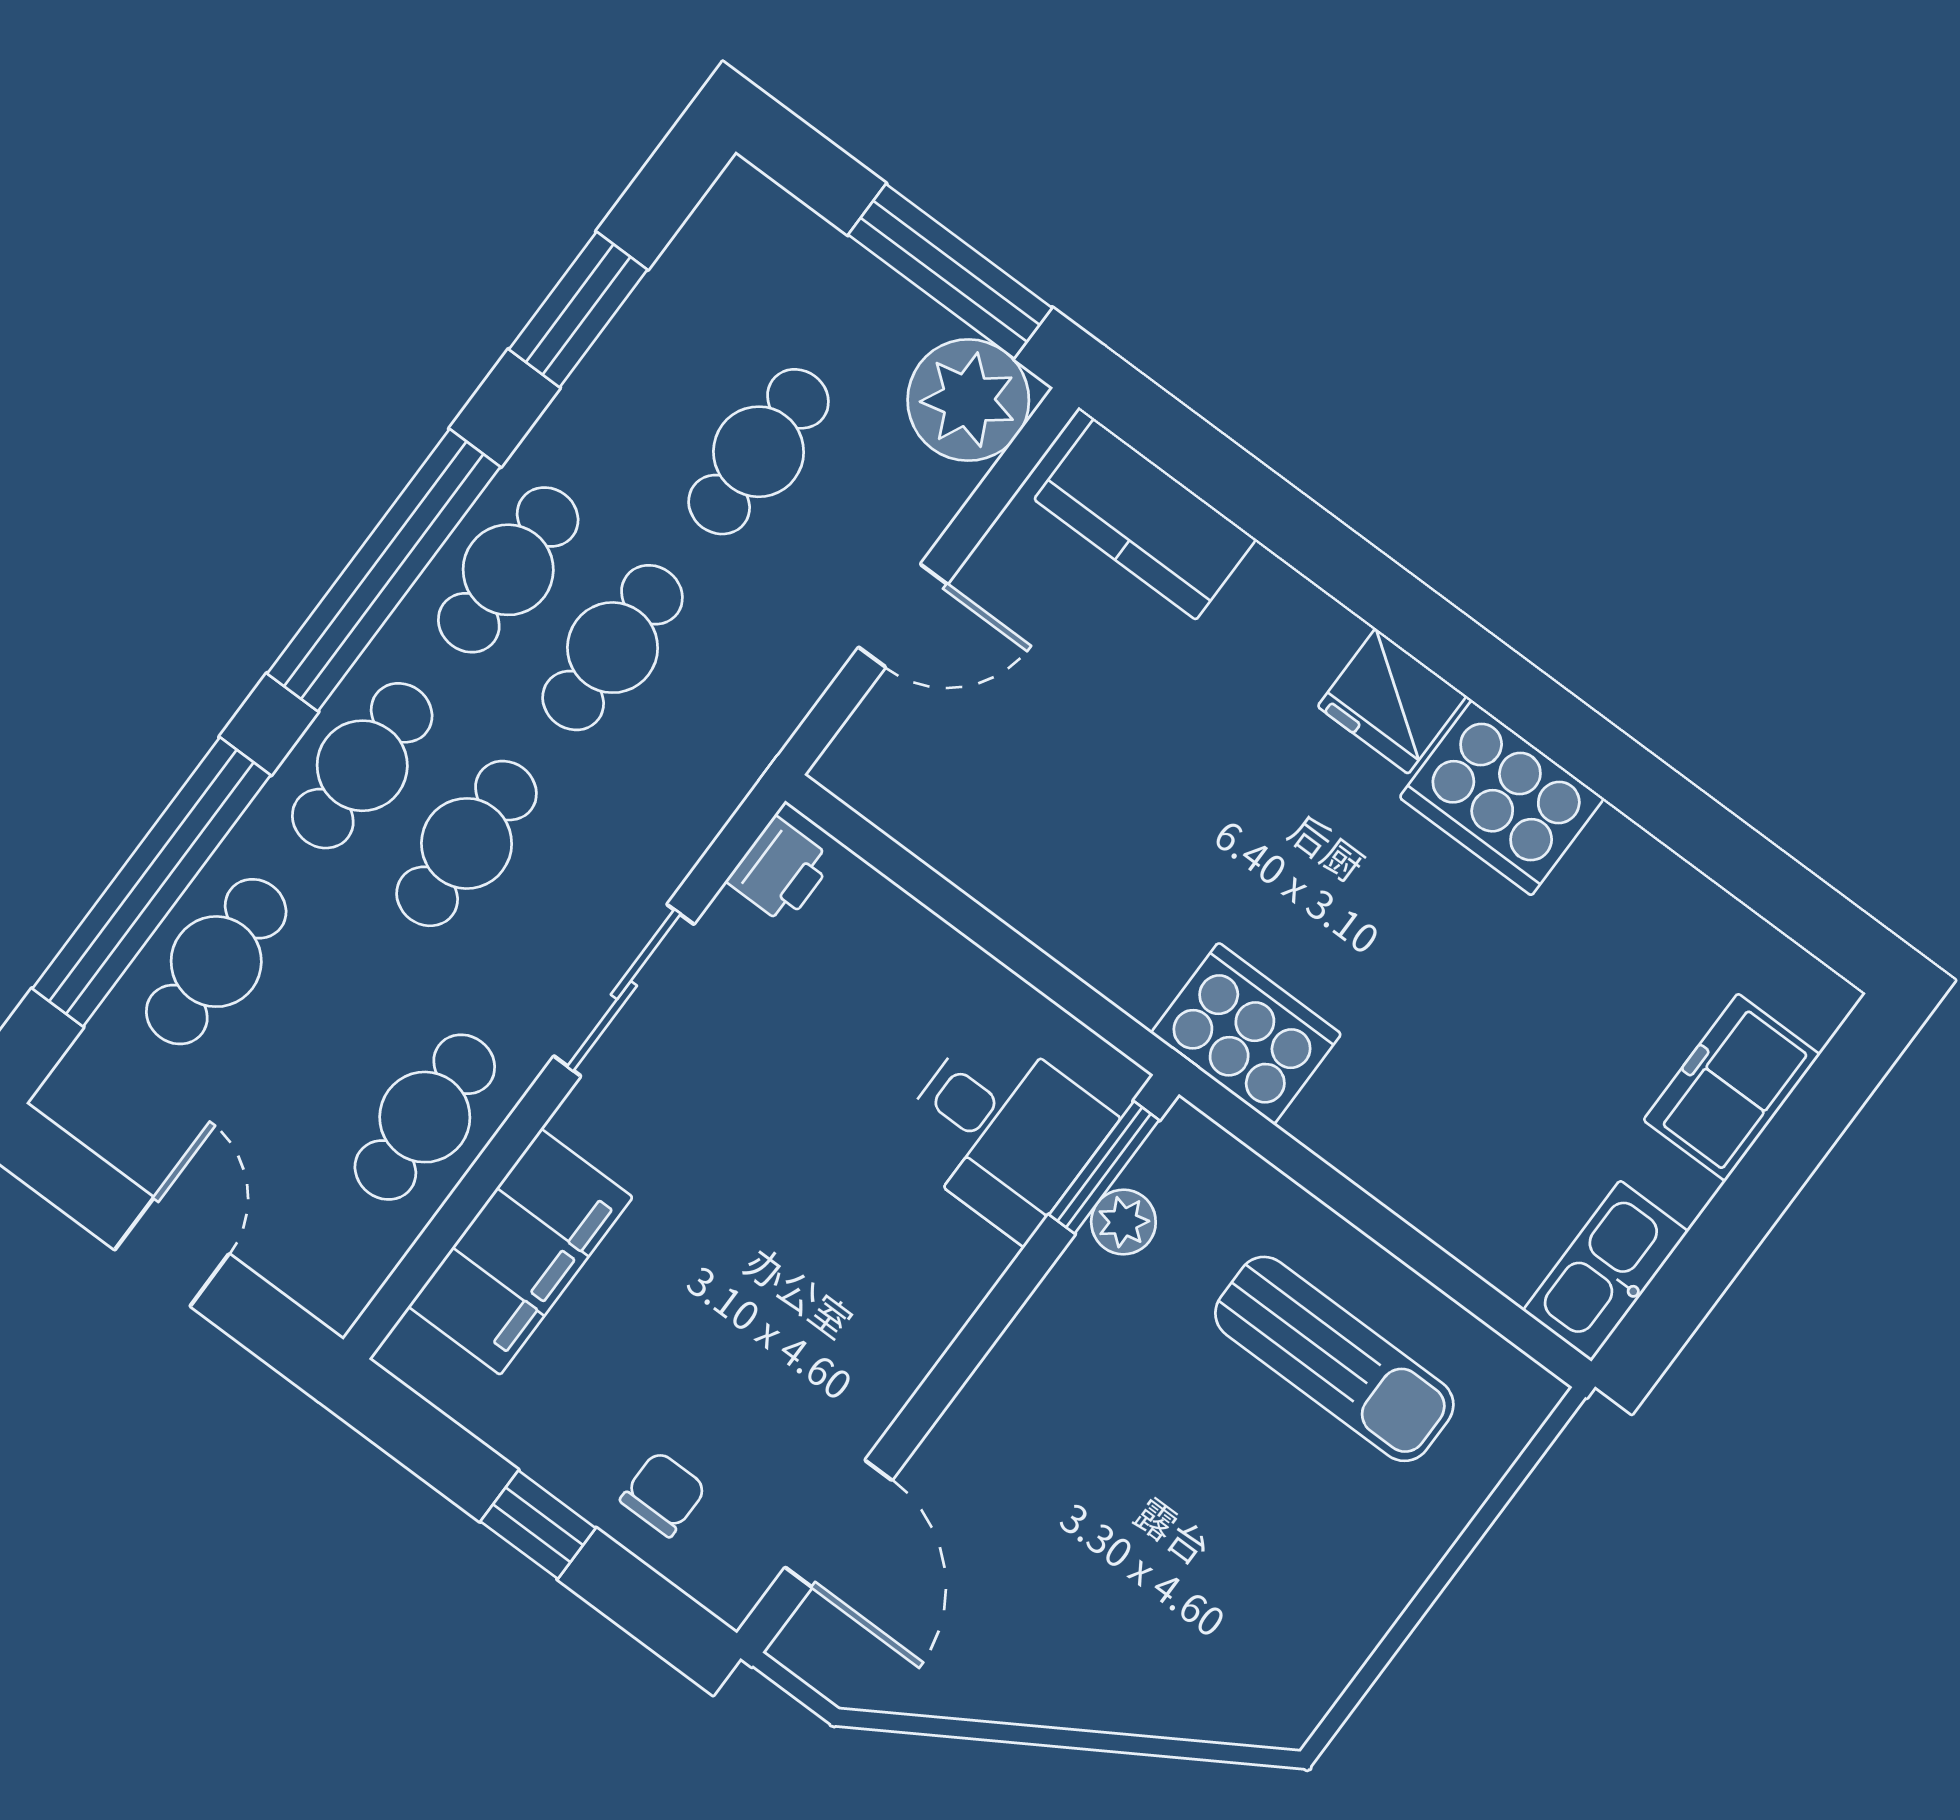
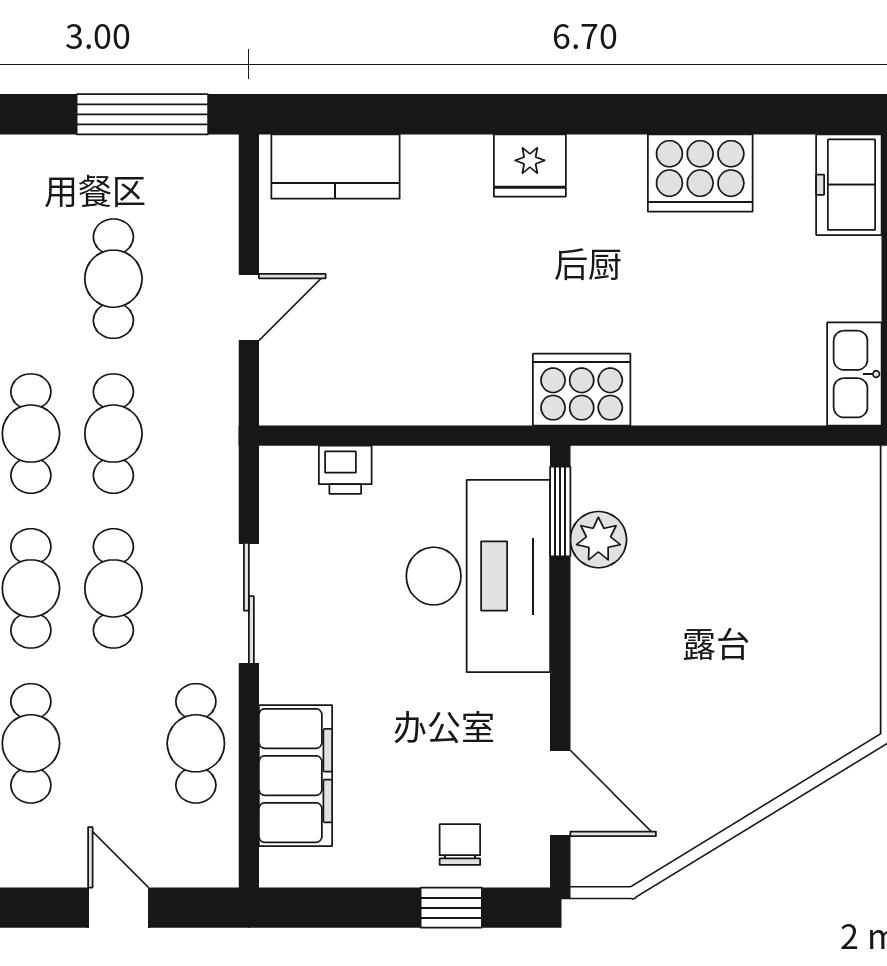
plant: (968, 400) -> (200, 173), removed
cooker: (1502, 798) -> (700, 173), moved
printer: (780, 870) -> (345, 470), moved, turned 90
freezer: (1732, 1087) -> (849, 185), moved
desk: (1003, 1131) -> (478, 576), width x1.87, depth x1.30
plant: (1123, 1222) -> (598, 540), width x1.38, depth x1.38
sun lounger: (1334, 1359) -> (750, 522), removed
window: (538, 1525) -> (451, 908), moved

